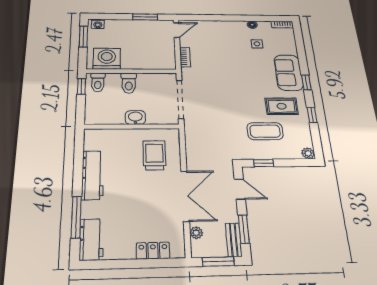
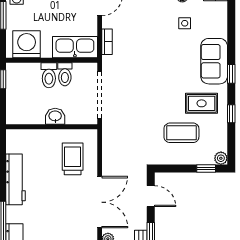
kitchen sink: (154, 61) -> (75, 47), added
toilet: (98, 82) -> (65, 74), moved
window: (264, 163) -> (206, 169), moved

